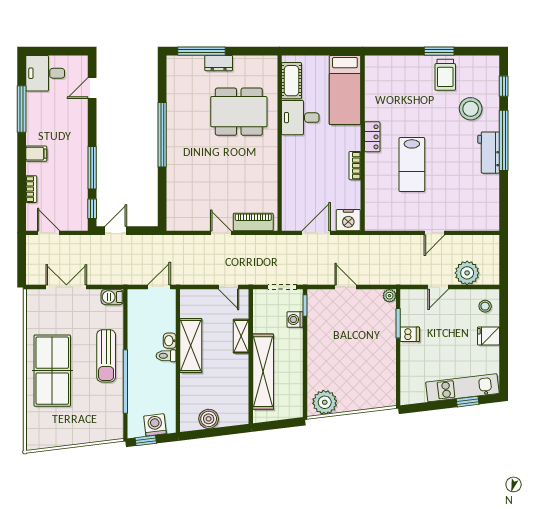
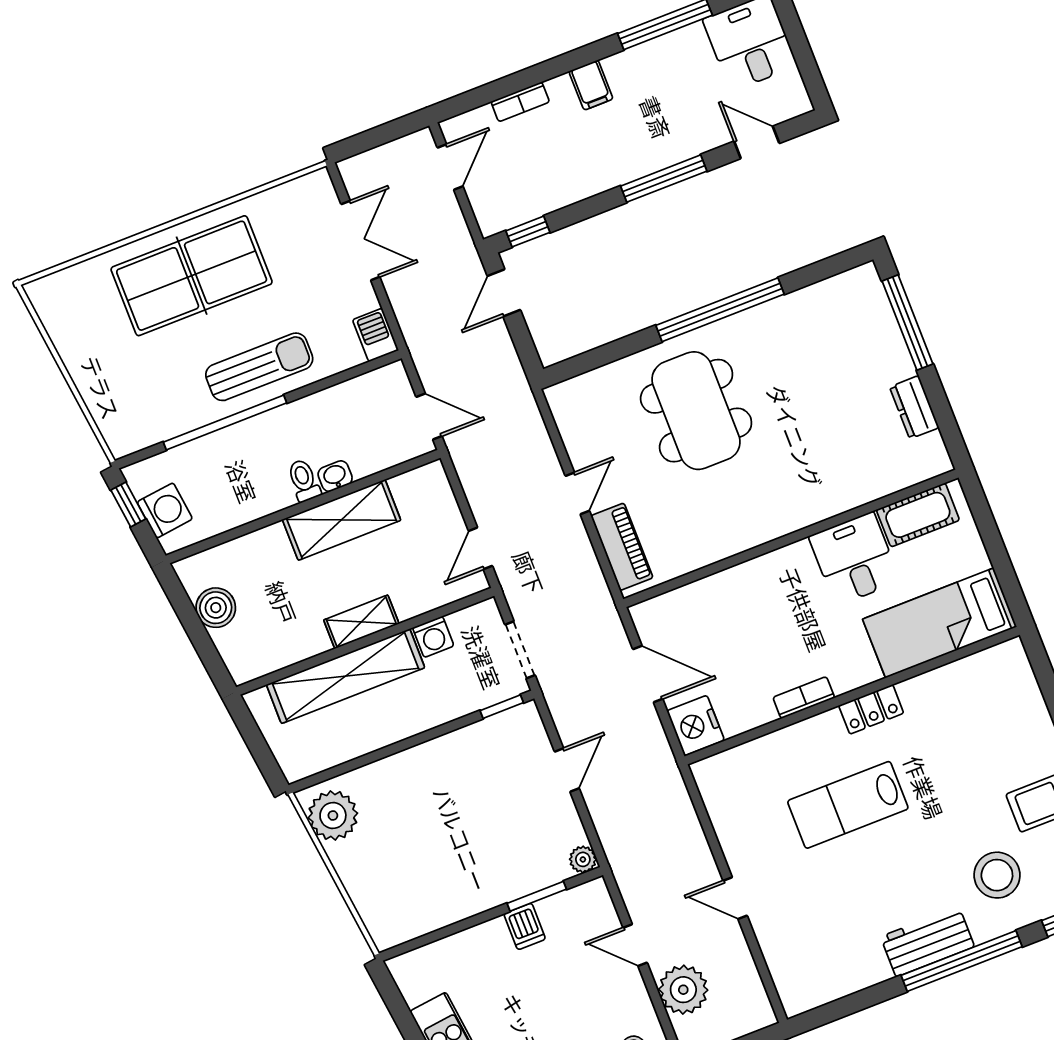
dresser: (219, 63) -> (914, 407), moved
dining table: (239, 112) -> (696, 411), moved
window: (92, 168) -> (664, 179), moved
door: (116, 231) -> (504, 293), swing flipped
washing machine: (295, 320) -> (433, 637), moved, turned 180
shelving: (241, 336) -> (361, 622), moved
sun lounger: (106, 356) -> (259, 367), turned 180

